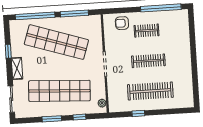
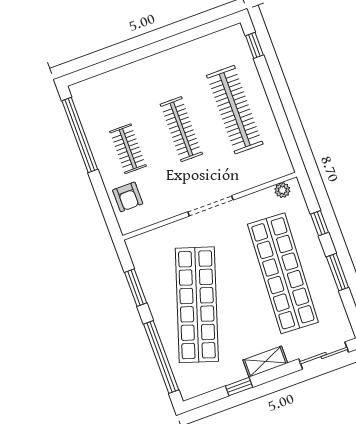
window: (74, 13) -> (136, 288), width x0.69
window: (138, 113) -> (254, 45), moved

